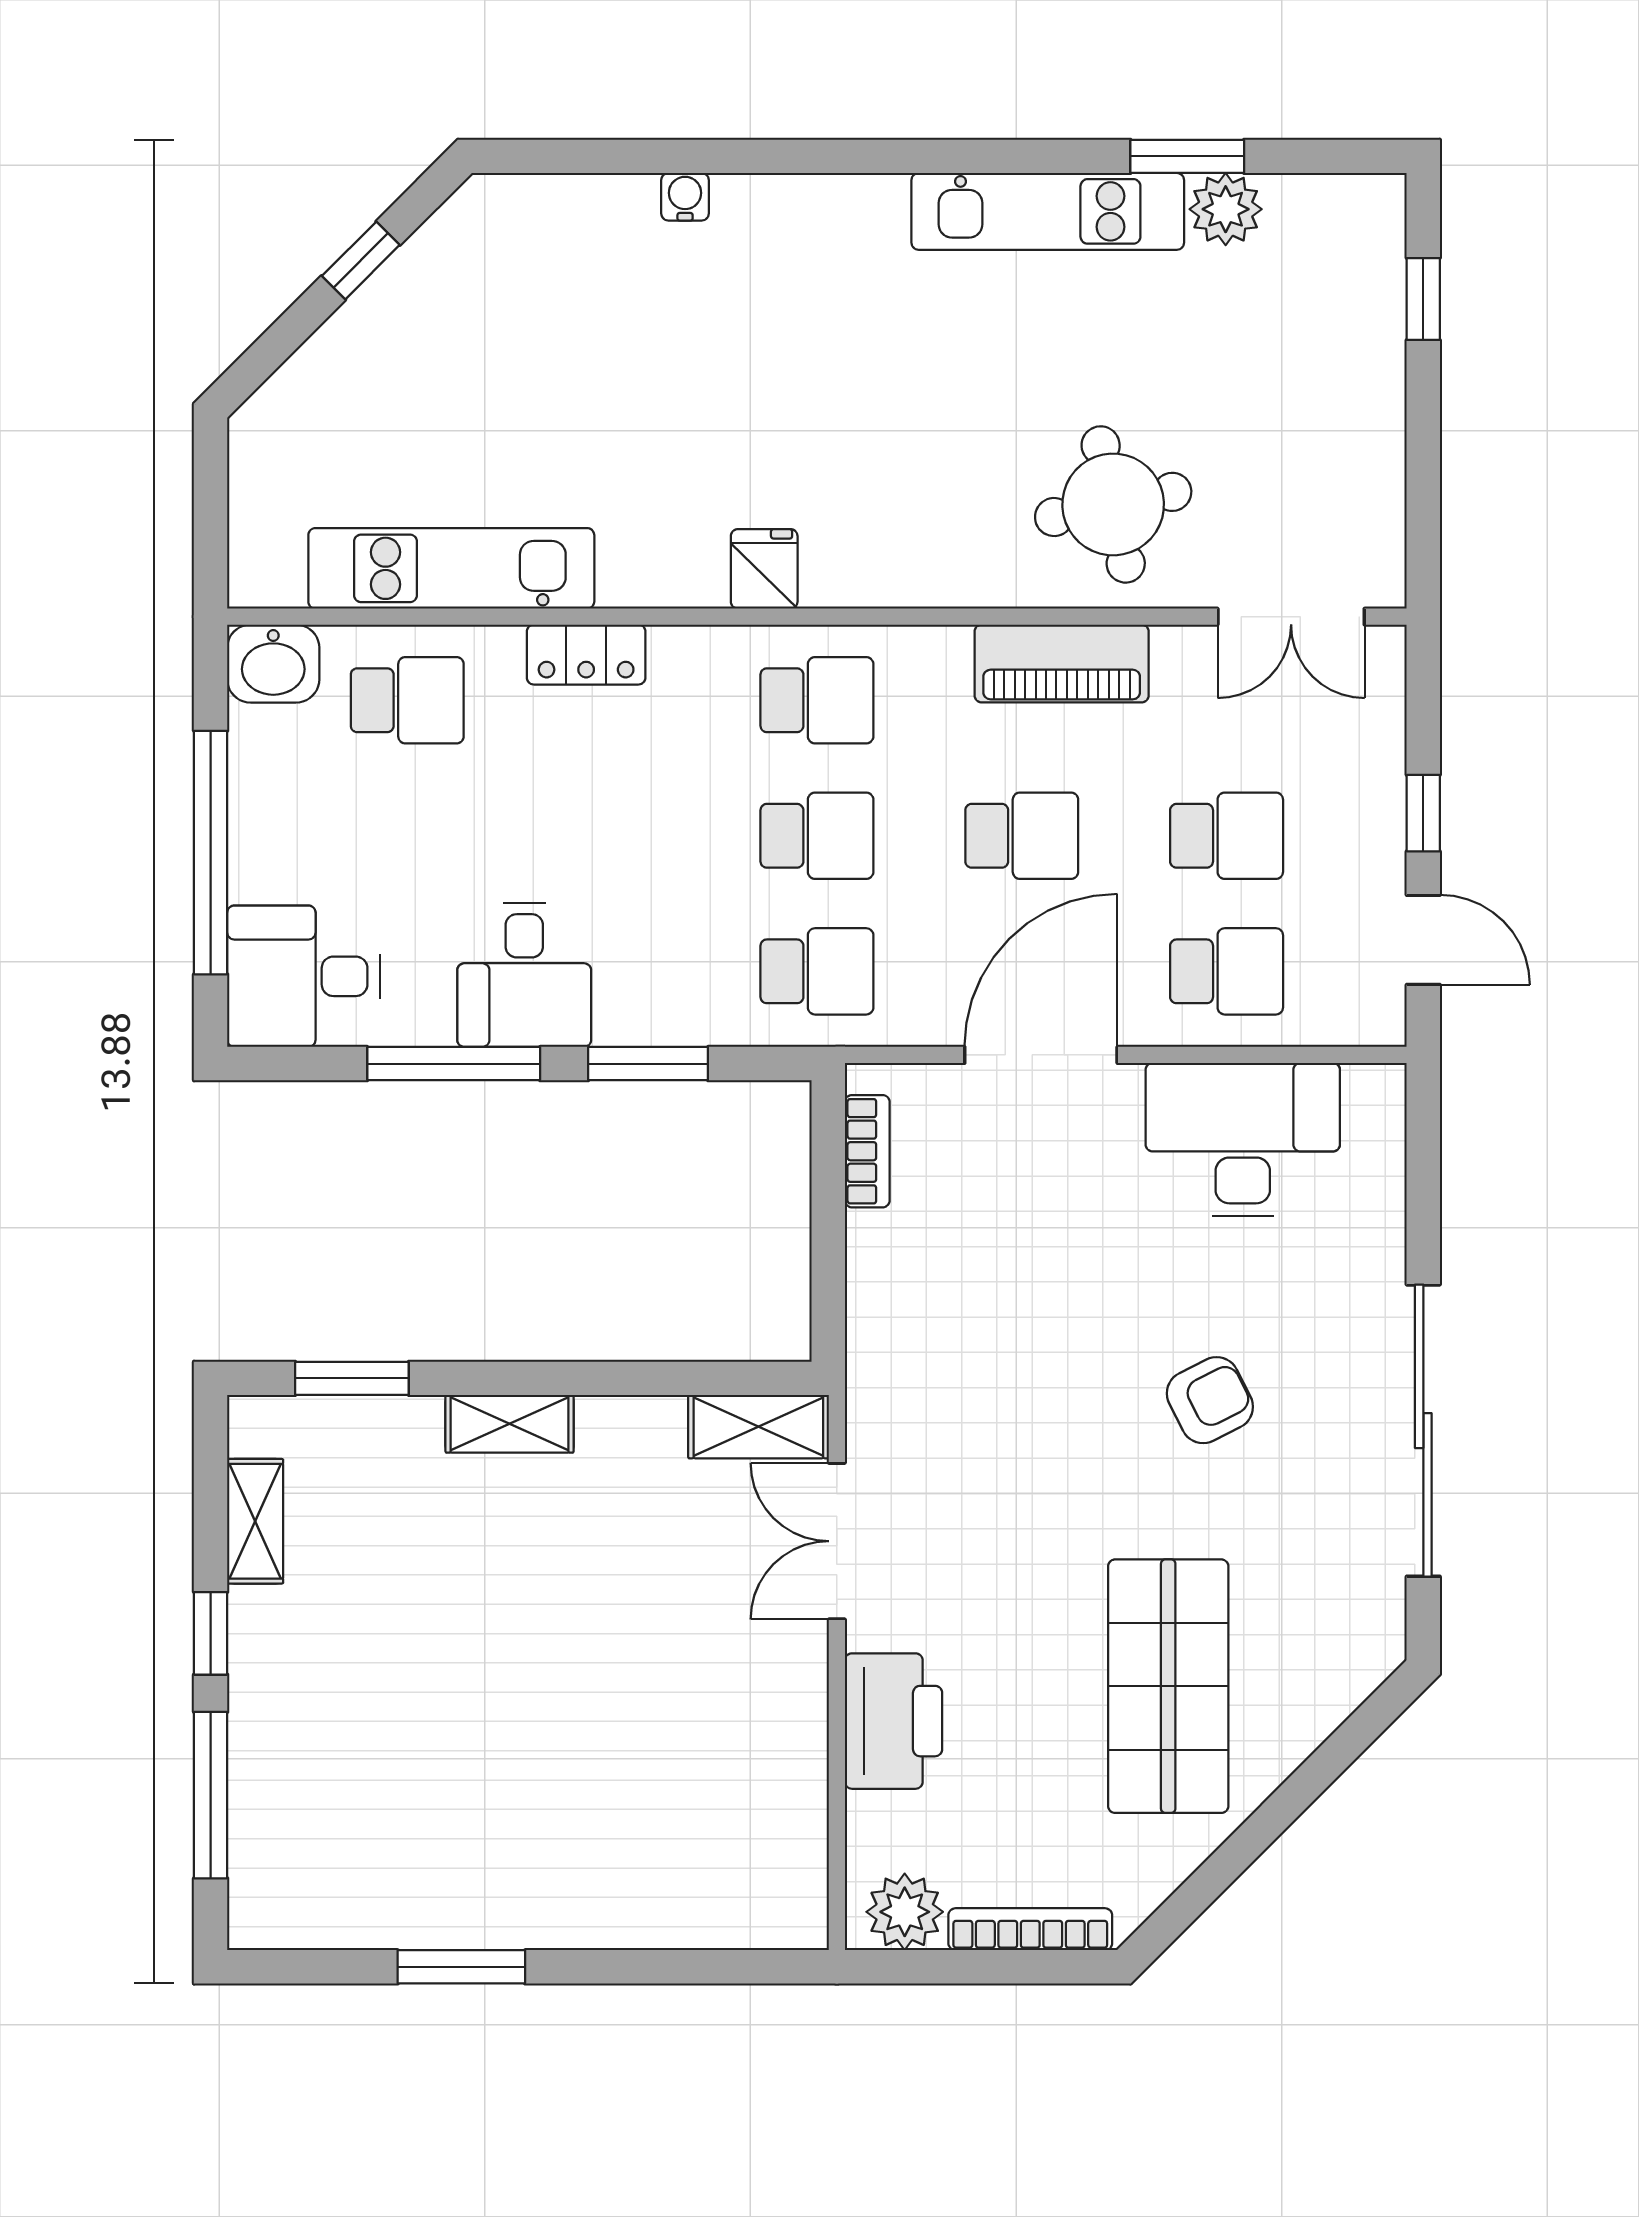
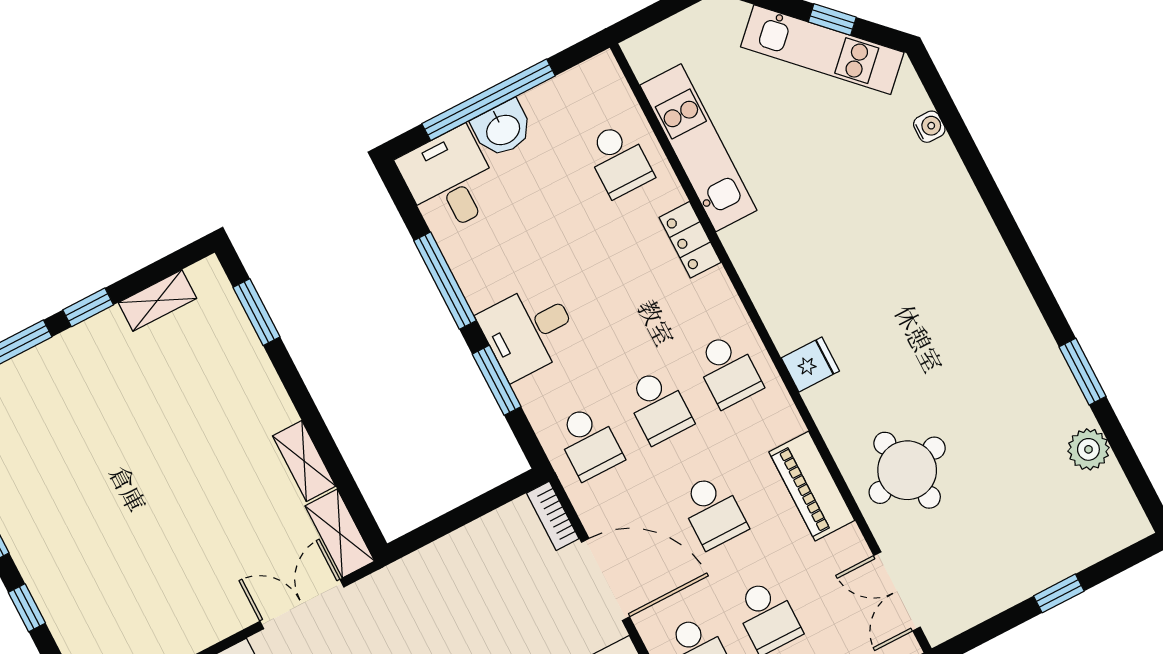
window: (1187, 156) -> (1083, 372), moved
water cooler: (685, 197) -> (929, 127), moved
kitchen unit: (1048, 211) -> (822, 50), moved, turned -45
window: (1423, 299) -> (1059, 593), moved
fridge: (764, 569) -> (810, 364), moved
washbasin: (273, 664) -> (502, 129), moved, turned -90
desk: (524, 975) -> (529, 331), moved
bookcase: (867, 1151) -> (553, 516), moved, turned 90
shelving: (510, 1424) -> (304, 461), moved
window: (623, 1967) -> (27, 608), added

